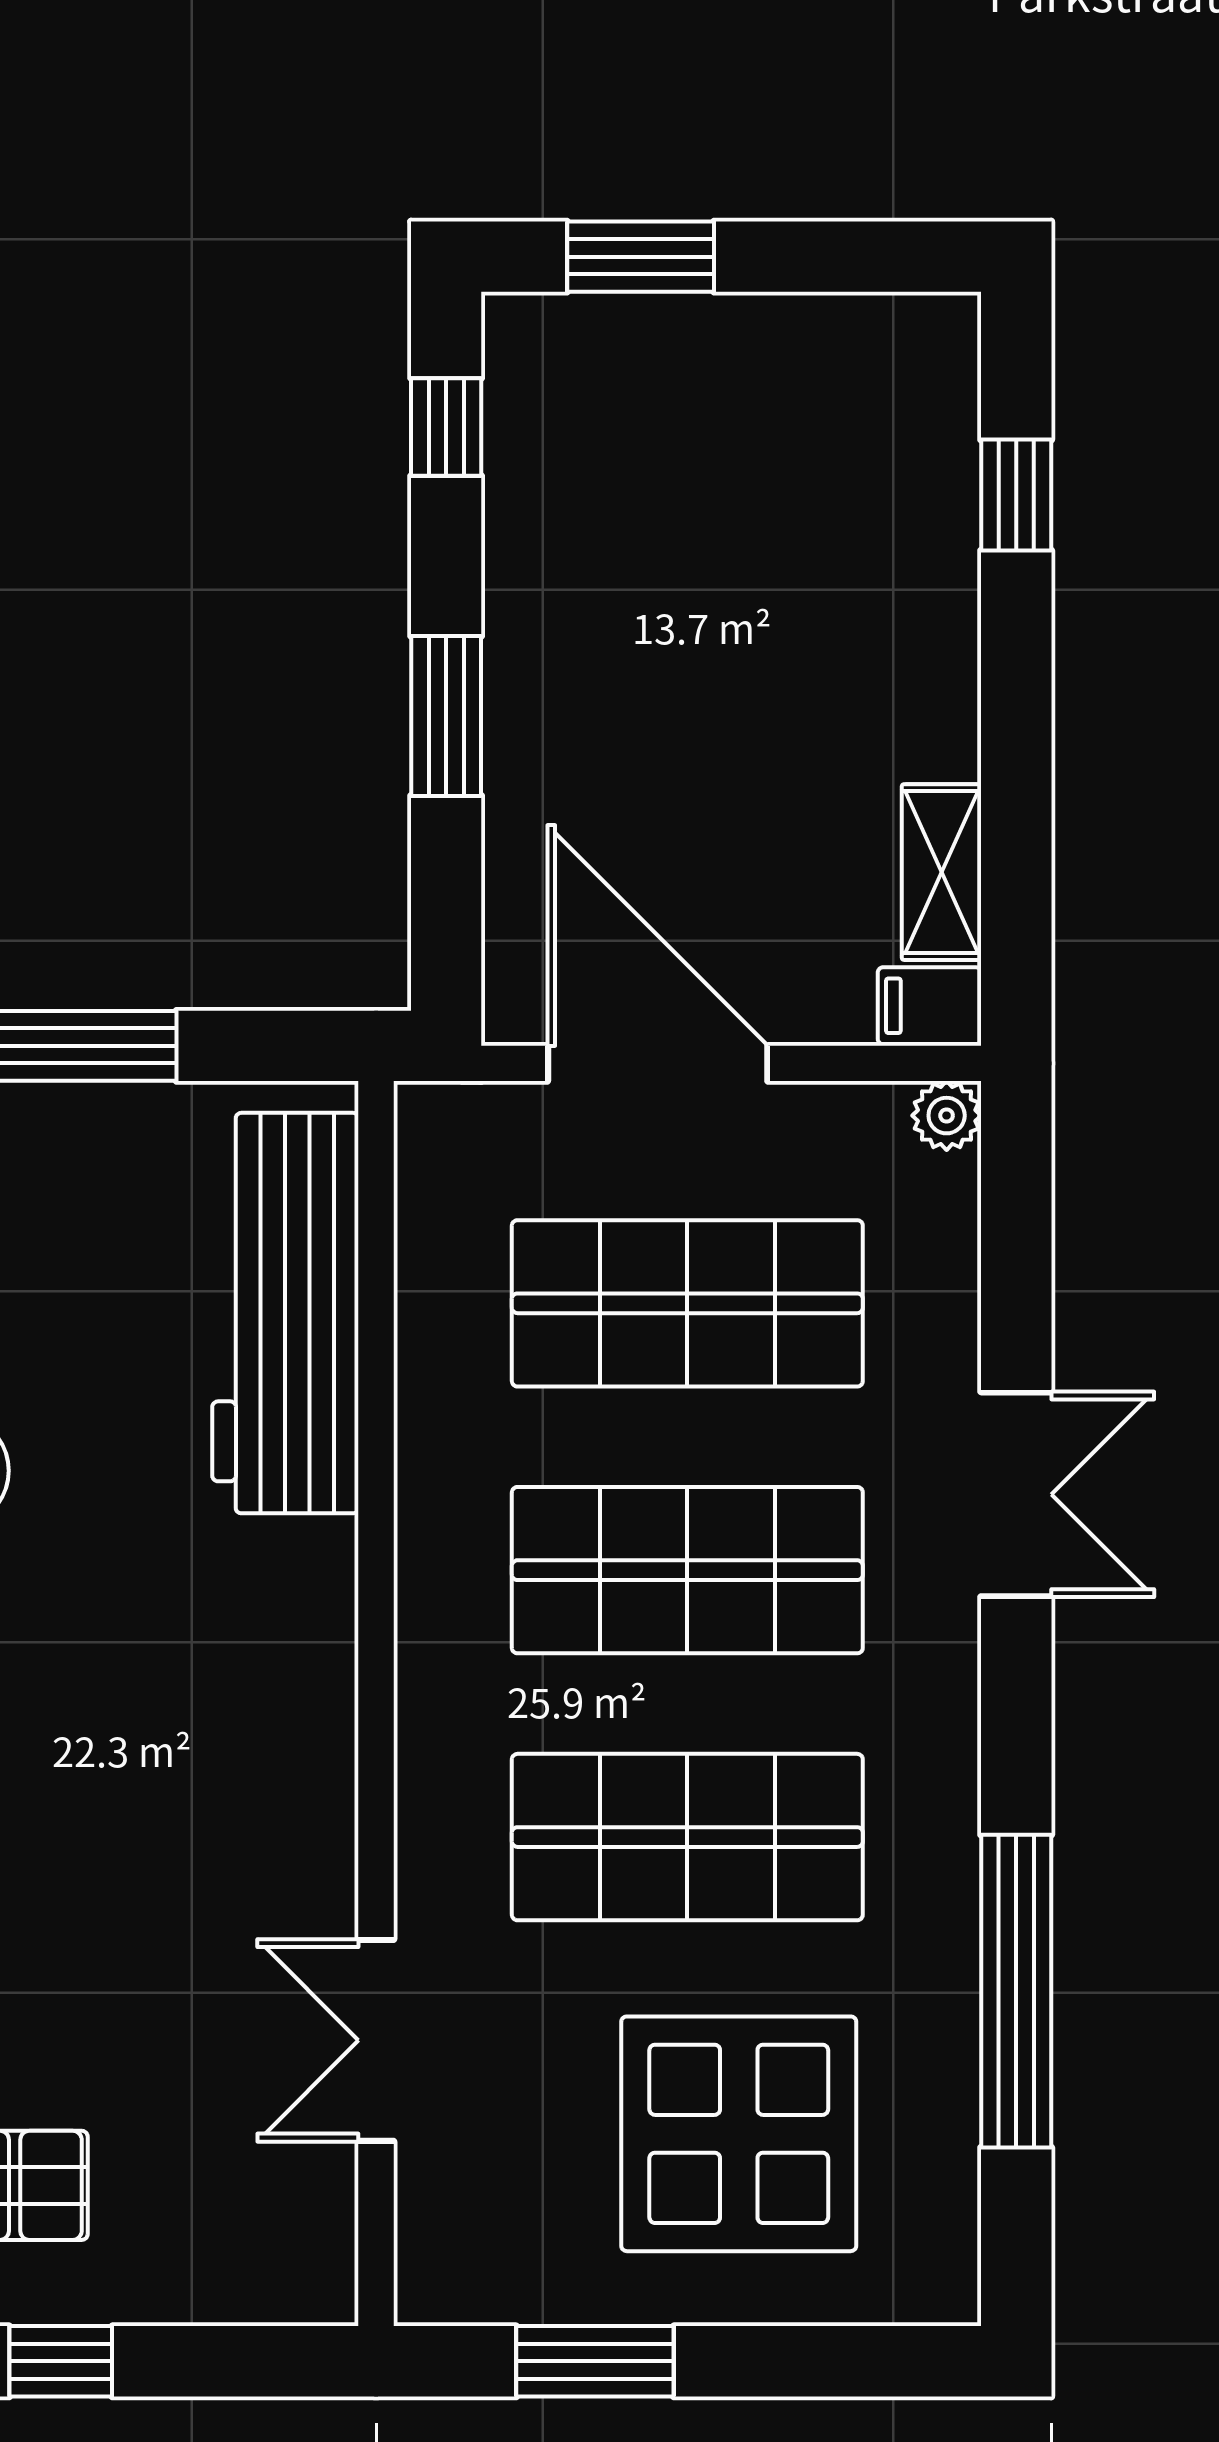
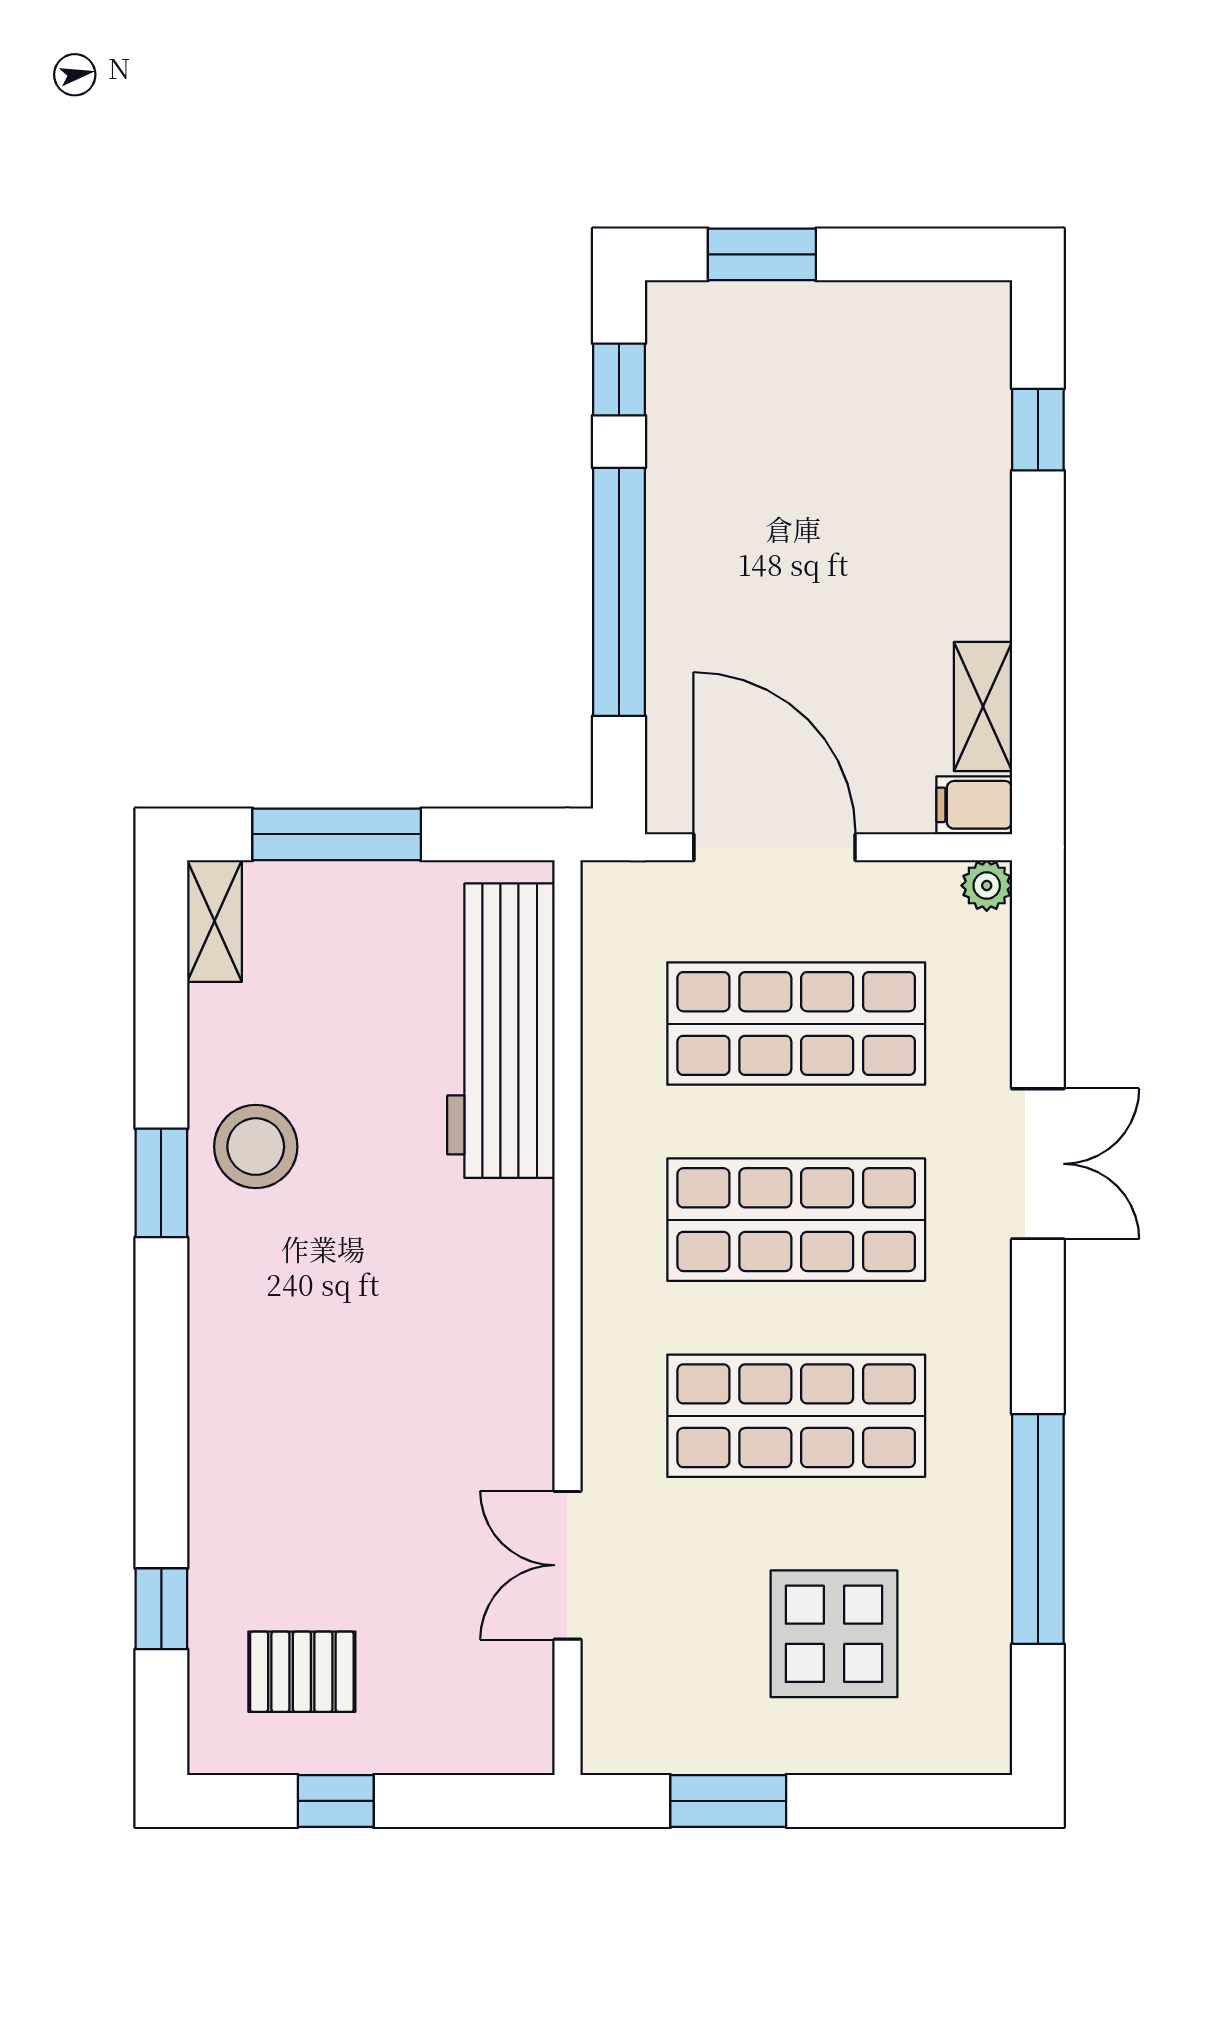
window: (446, 716) -> (619, 592), width x2.11
display table: (739, 2134) -> (834, 1634), width x0.73, depth x0.73

